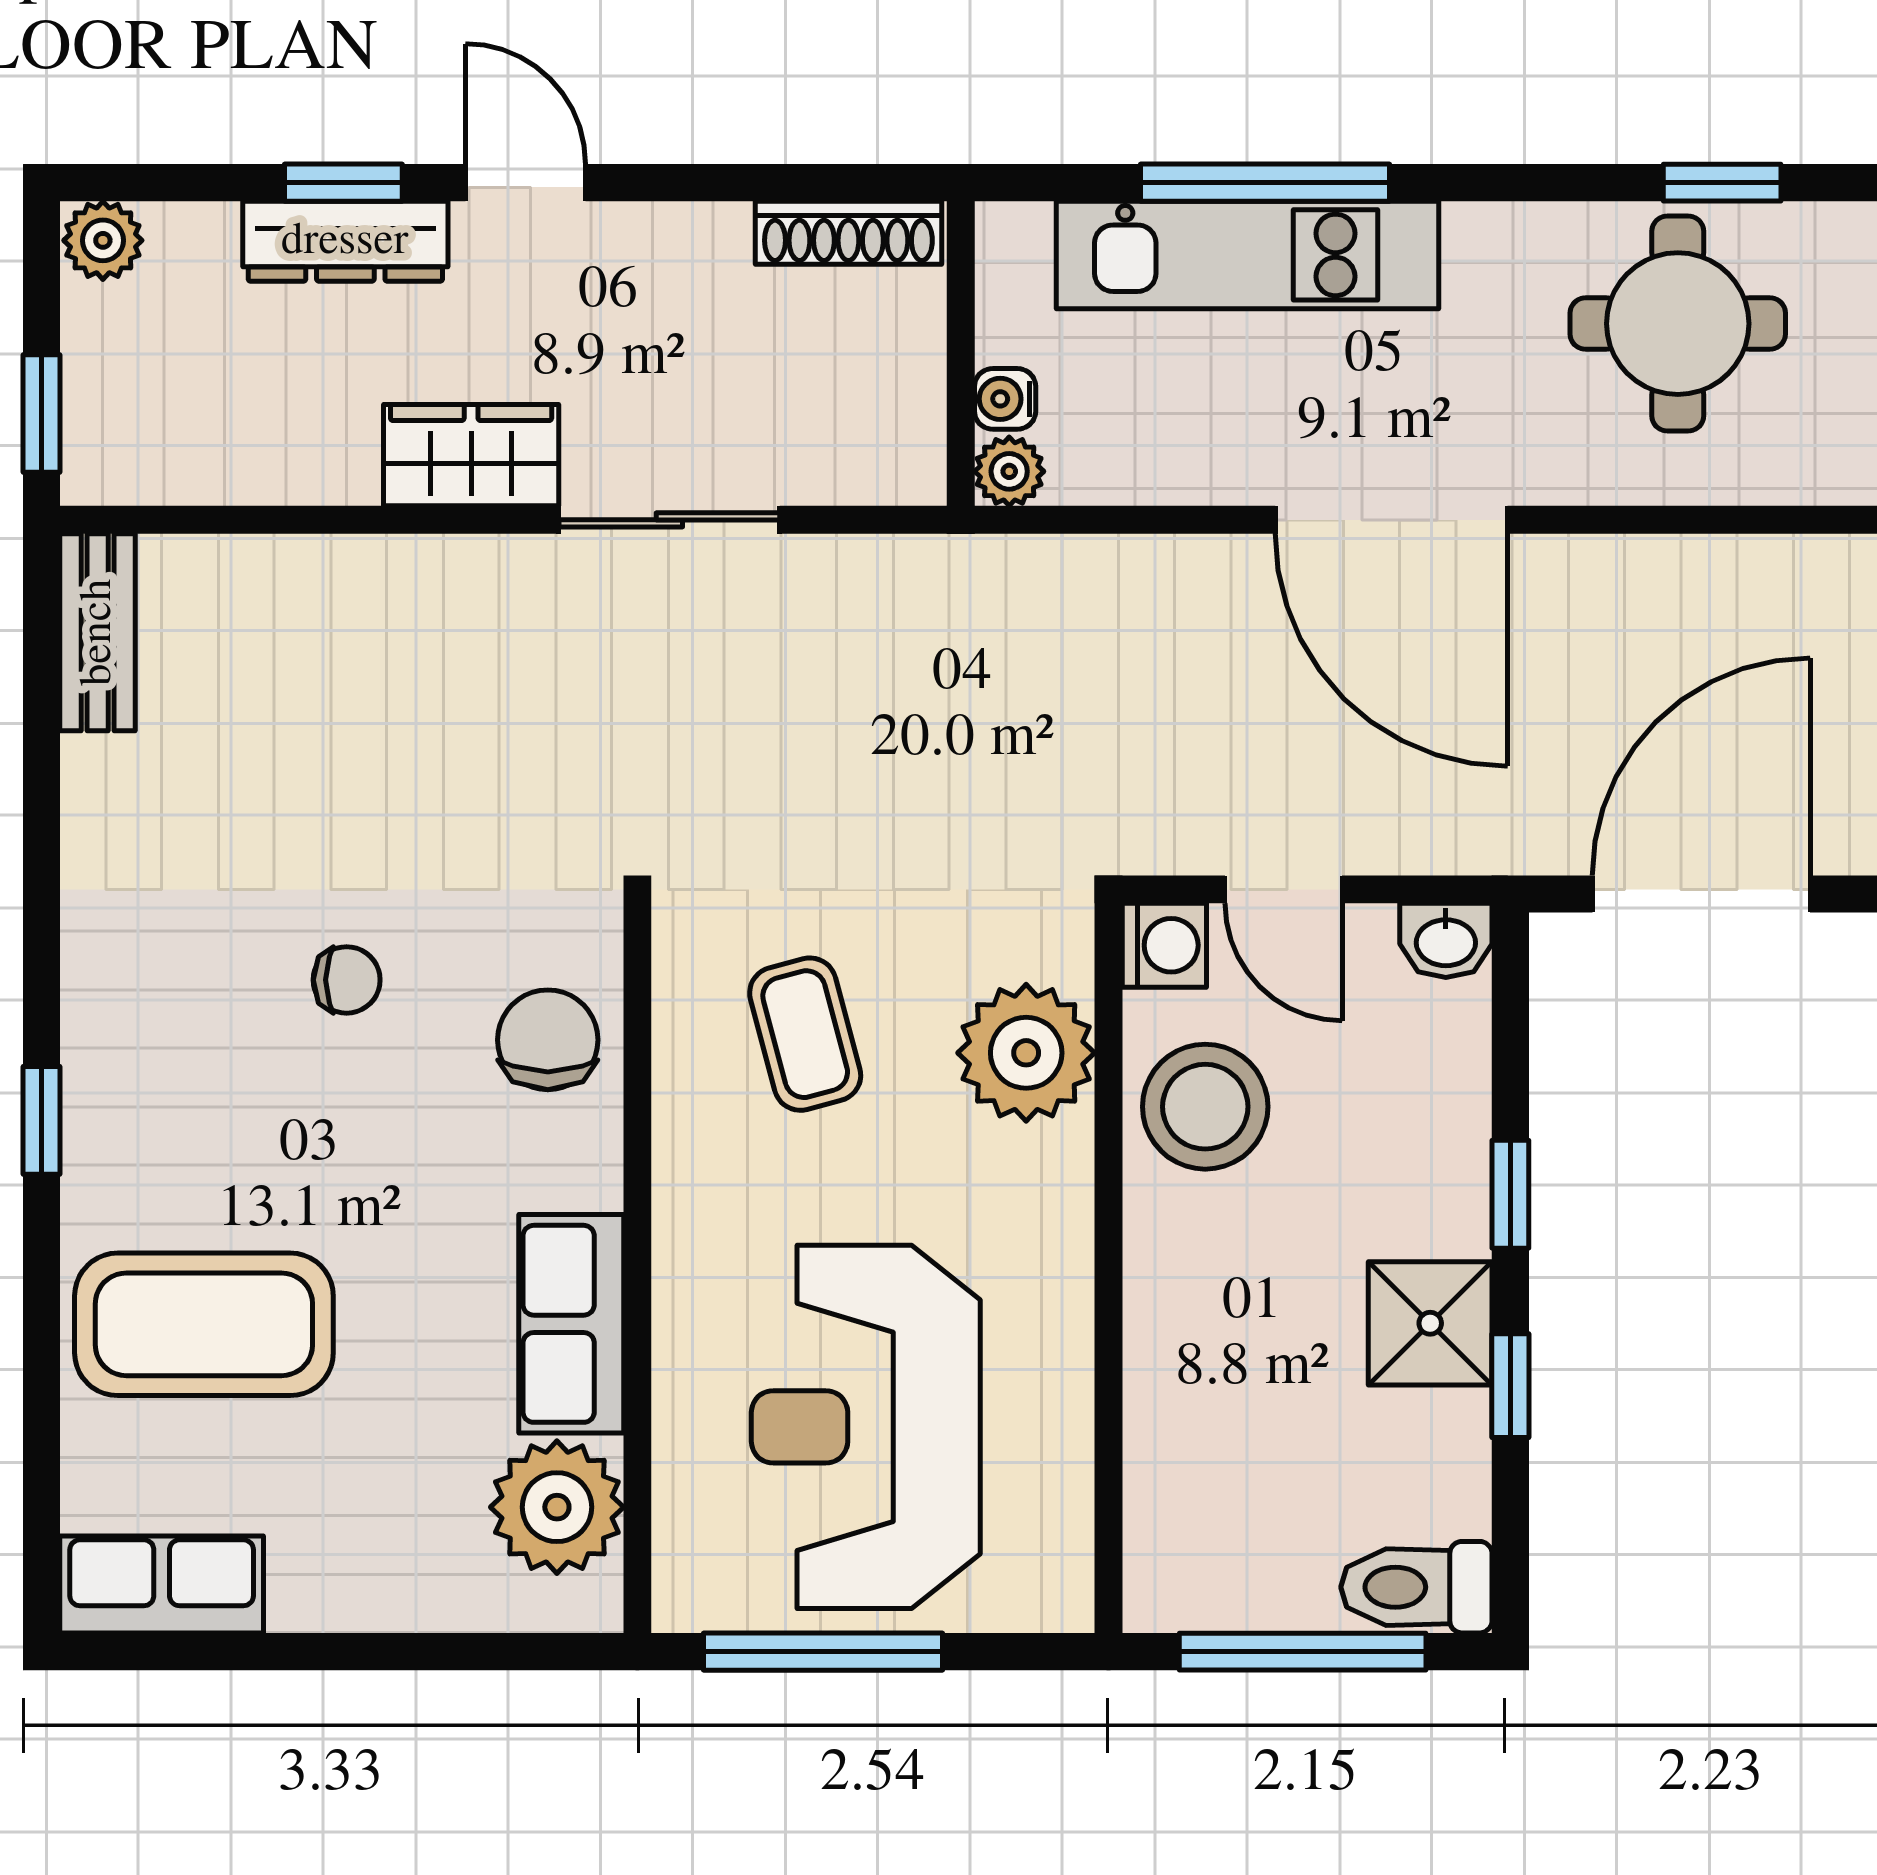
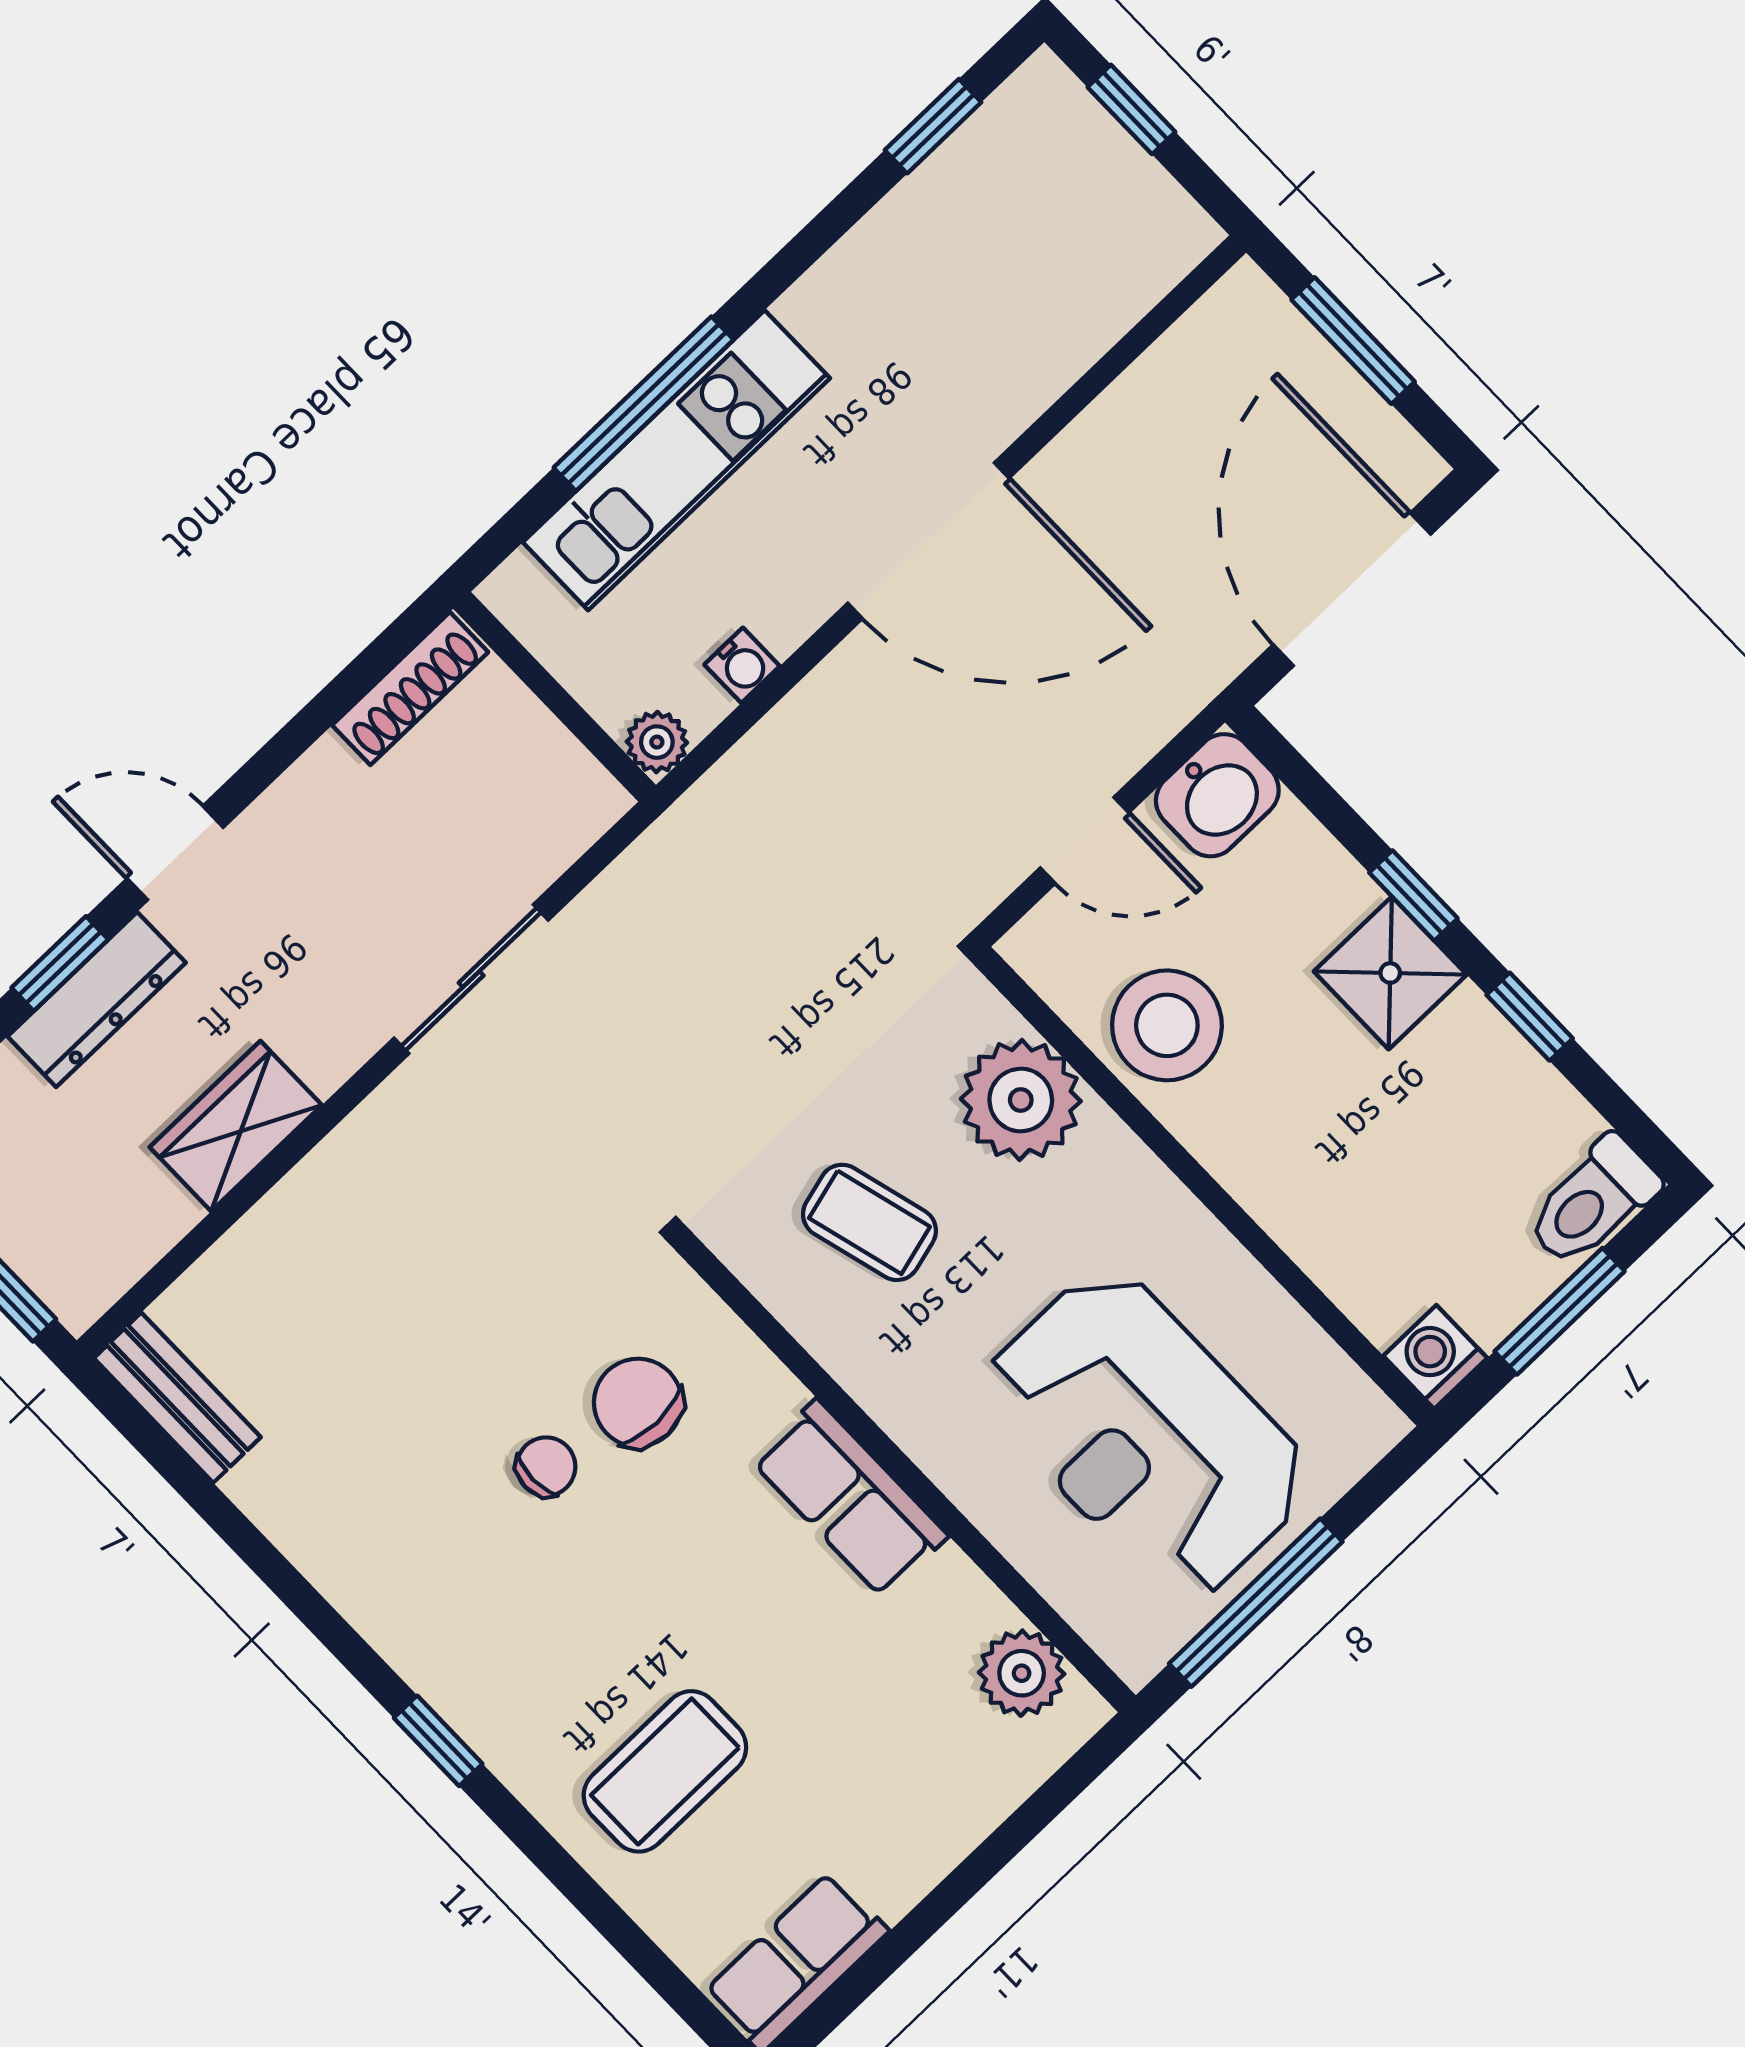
round table: (1678, 324) -> (991, 242), removed
water cooler: (1005, 399) -> (742, 665), moved, turned -90
wardrobe: (471, 455) -> (236, 1126), moved
washbasin: (1446, 940) -> (1217, 795), width x1.38, depth x1.45
washing machine: (1164, 945) -> (1435, 1357), moved, turned -90
chair: (548, 1040) -> (638, 1403), moved
shower: (1430, 1323) -> (1390, 973), moved
coffee table: (204, 1324) -> (665, 1771), width x0.73, depth x0.76
row of seats: (571, 1324) -> (850, 1499), moved
plant: (557, 1507) -> (1022, 1673), width x0.73, depth x0.73
window: (1303, 1652) -> (1560, 1311), width x0.69

